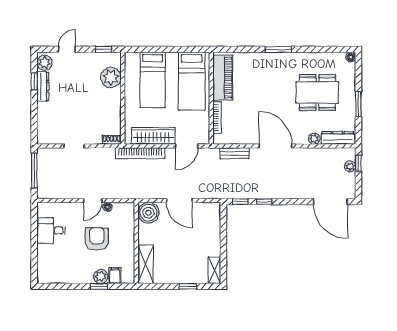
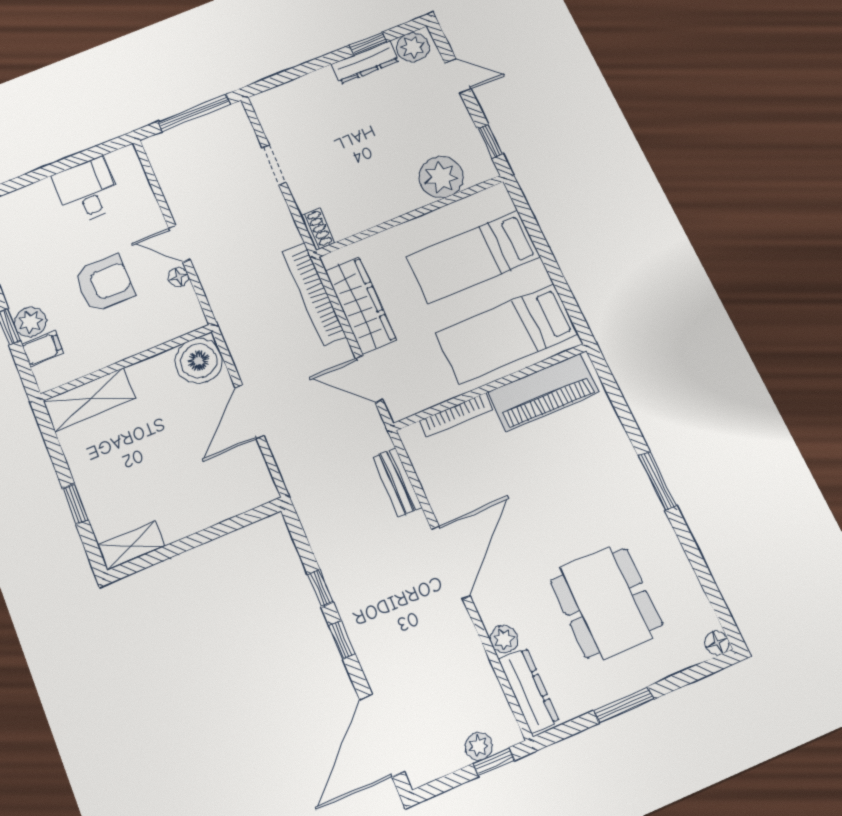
window: (240, 202) -> (342, 640), moved

